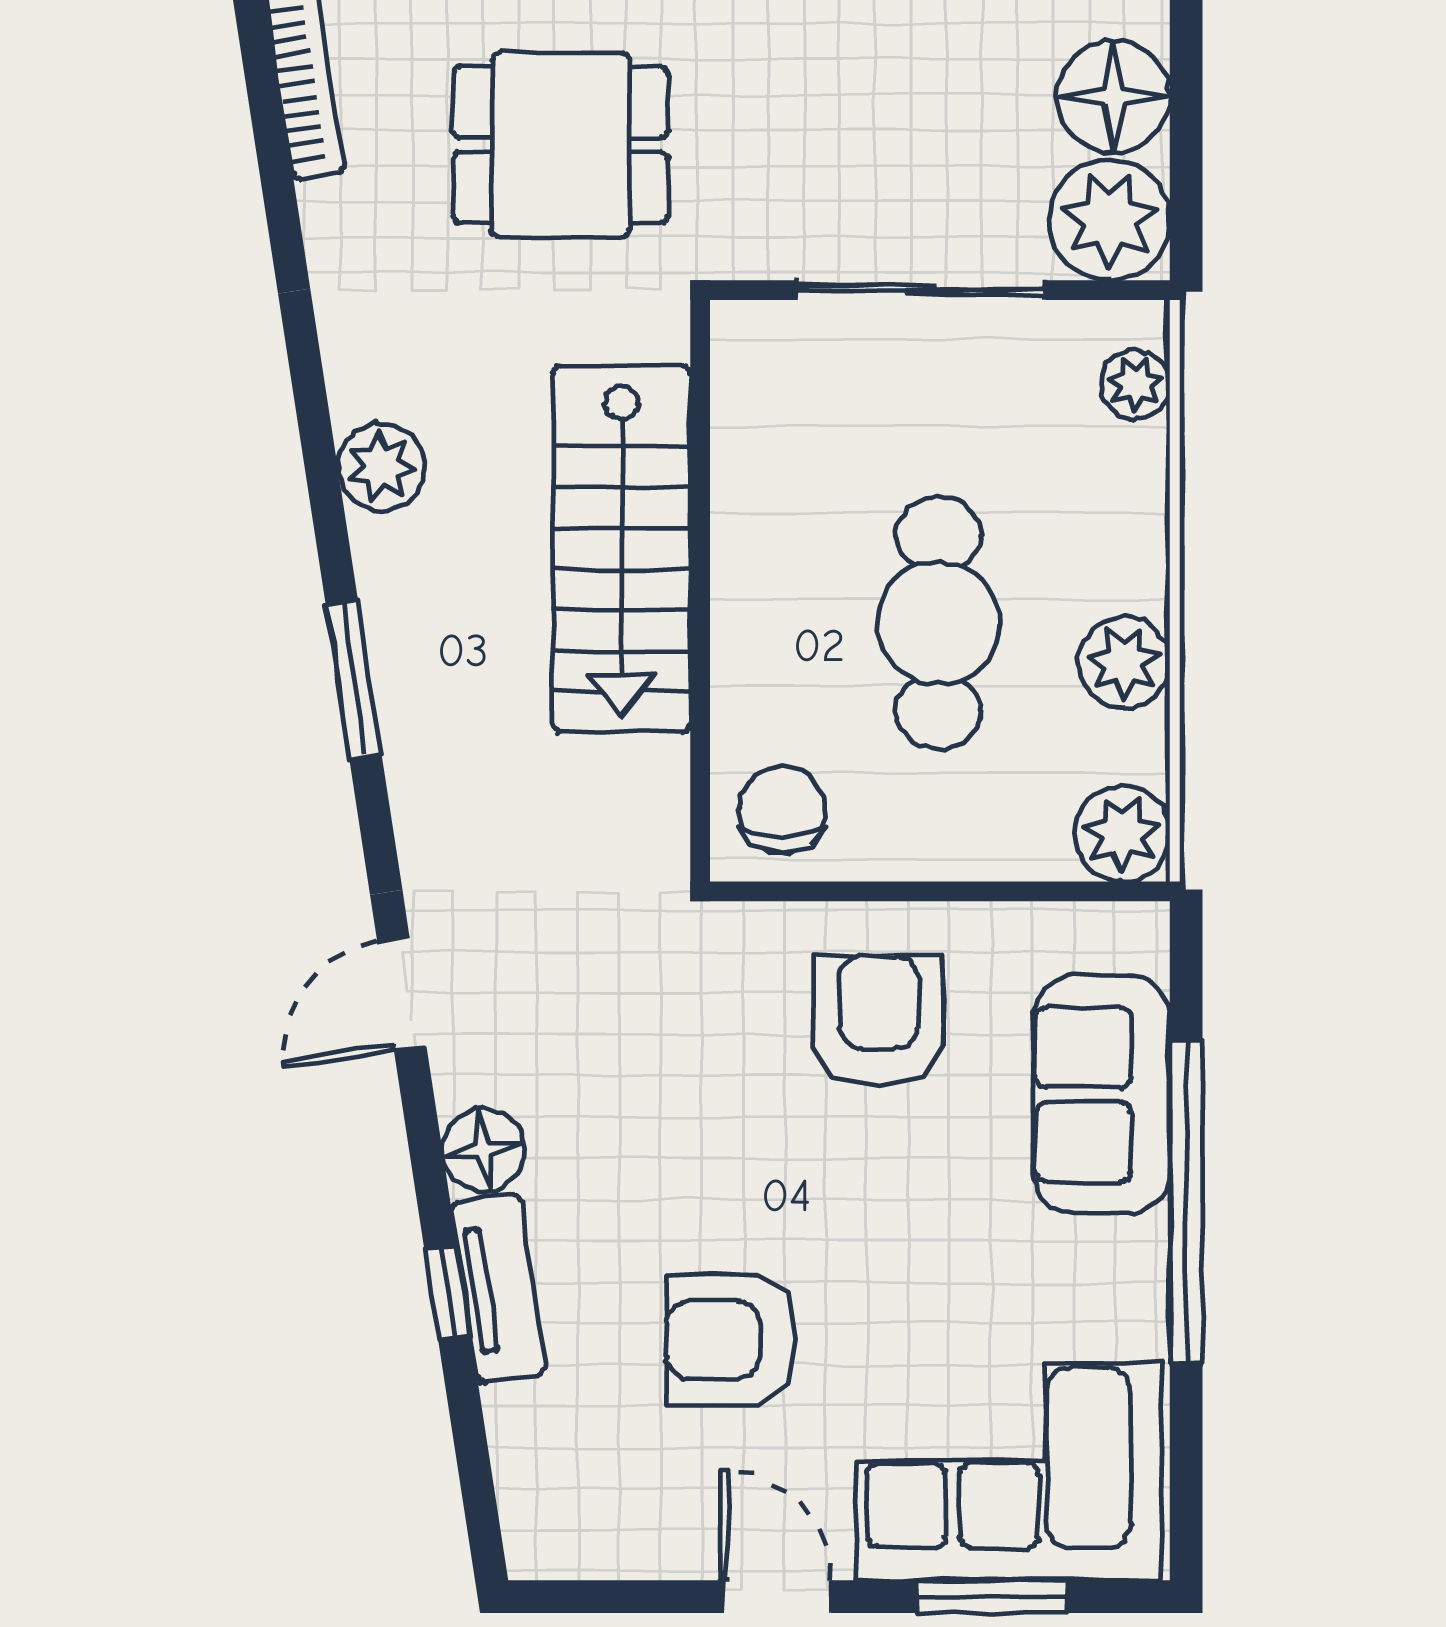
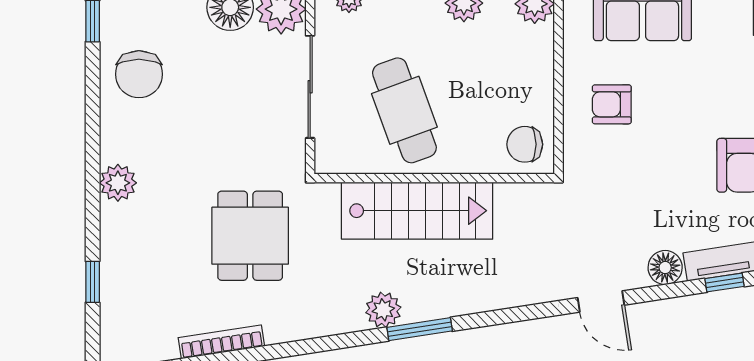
cafe table: (938, 623) -> (404, 110), moved, turned 70
window: (354, 679) -> (420, 329), moved
armchair: (879, 1020) -> (612, 104), width x0.72, depth x0.72

